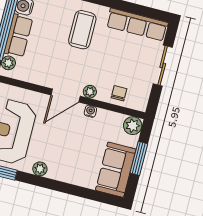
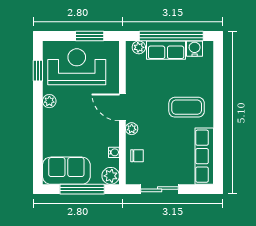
sliding door: (163, 65) -> (160, 189), moved
water cooler: (90, 111) -> (114, 152), moved
window: (139, 158) -> (82, 189), width x1.44

